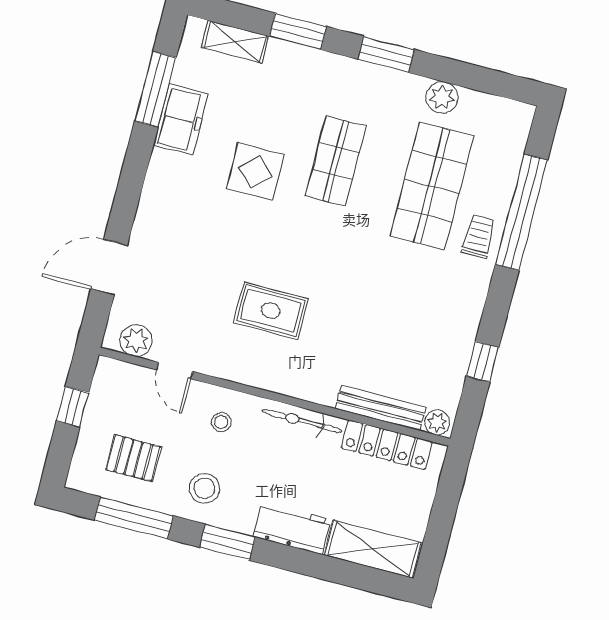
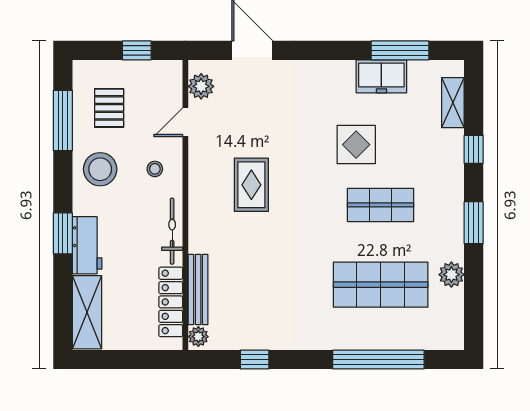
window: (298, 31) -> (474, 149), width x0.67
trolley: (479, 236) -> (351, 331), removed
stool: (204, 488) -> (100, 169), width x1.38, depth x1.38
window: (227, 542) -> (63, 233), moved

